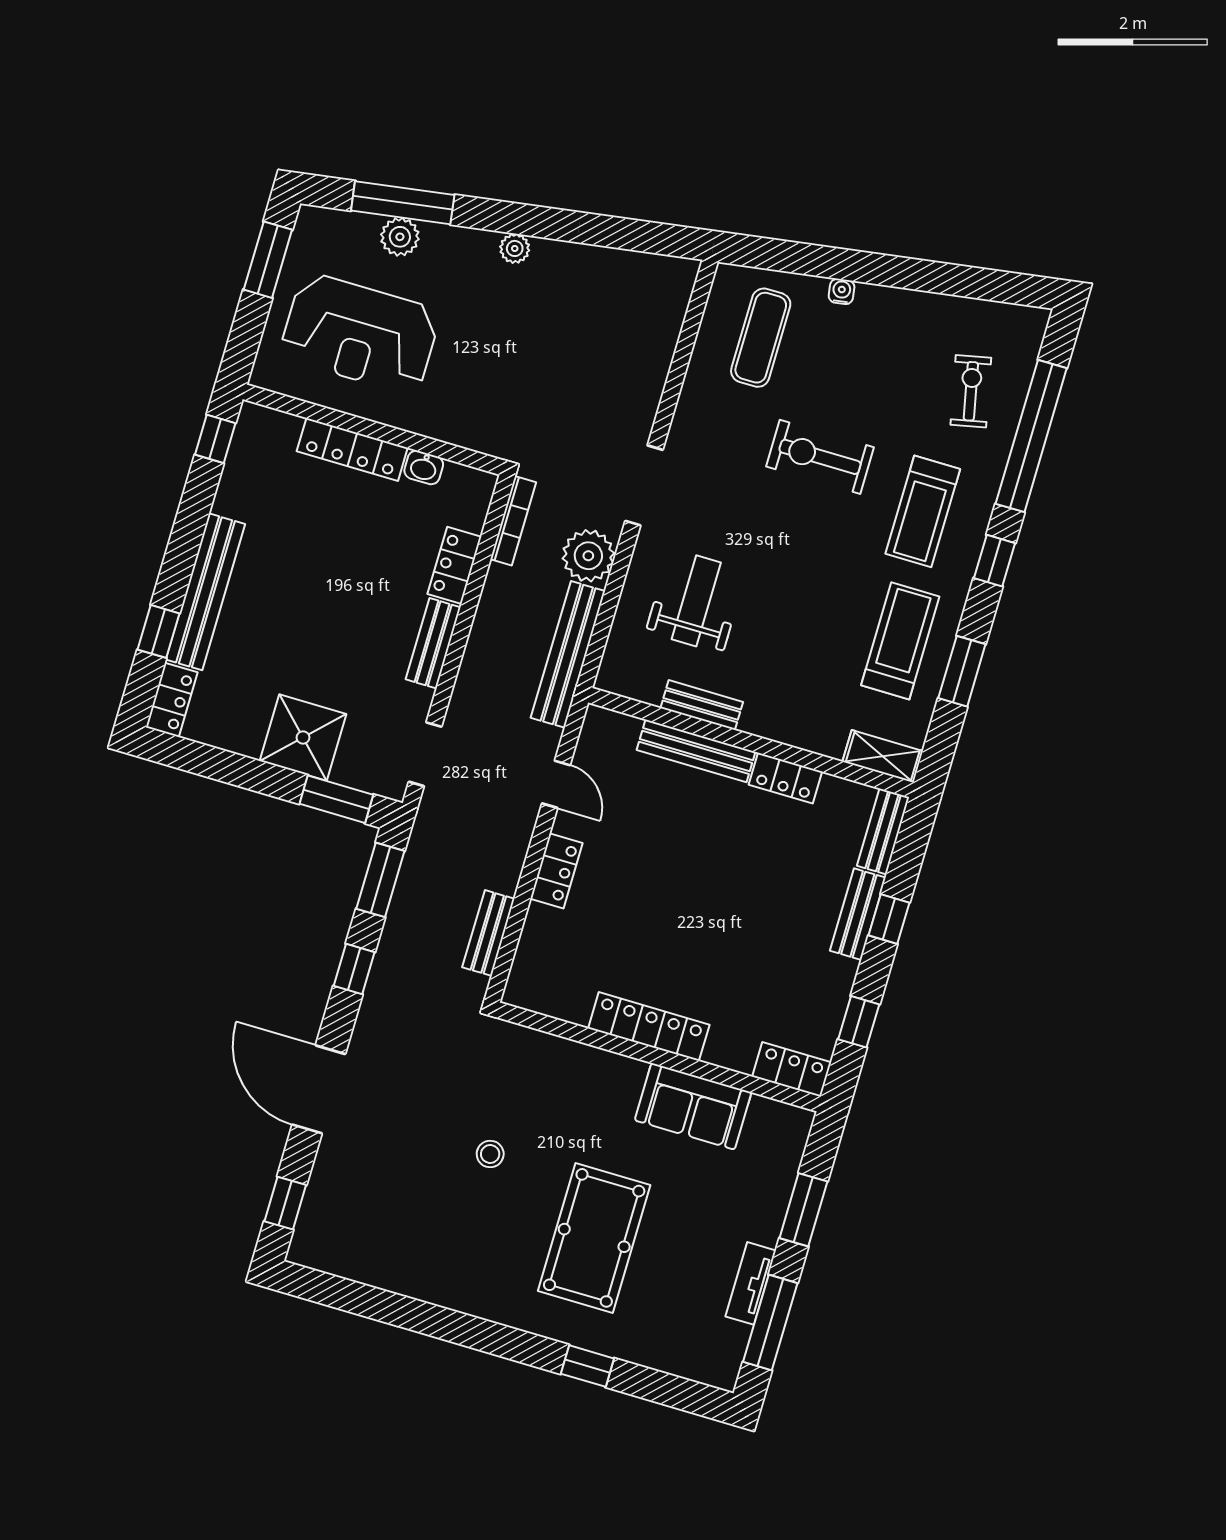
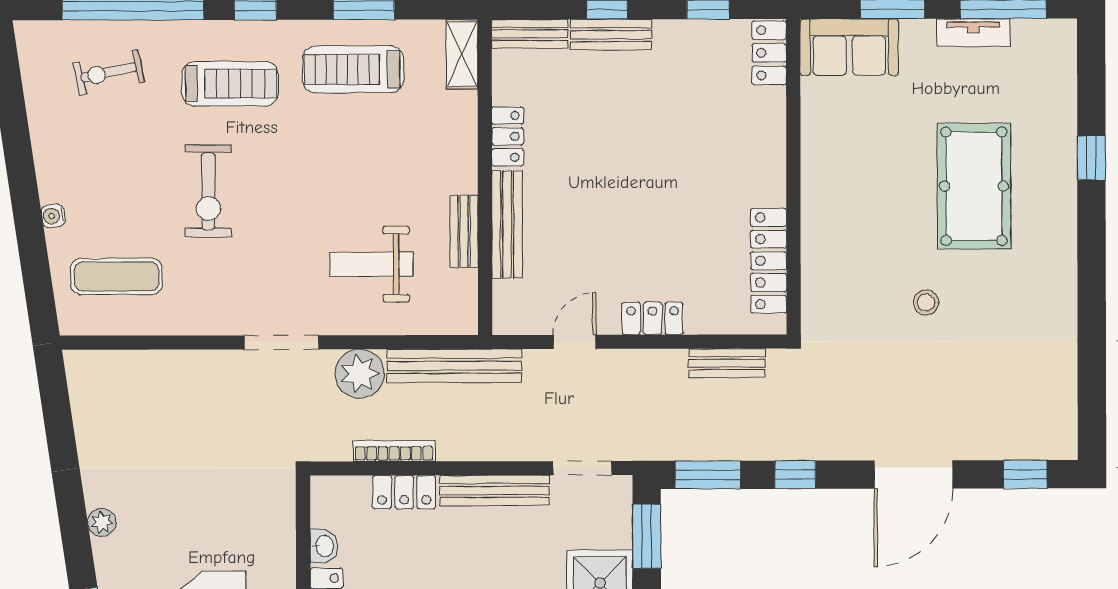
bookcase: (513, 521) -> (394, 451), moved
bench: (433, 643) -> (495, 491), width x1.36
locker: (649, 1027) -> (769, 261), moved
sofa: (693, 1106) -> (849, 47), moved, turned 90
pool table: (594, 1238) -> (974, 186), turned 90

